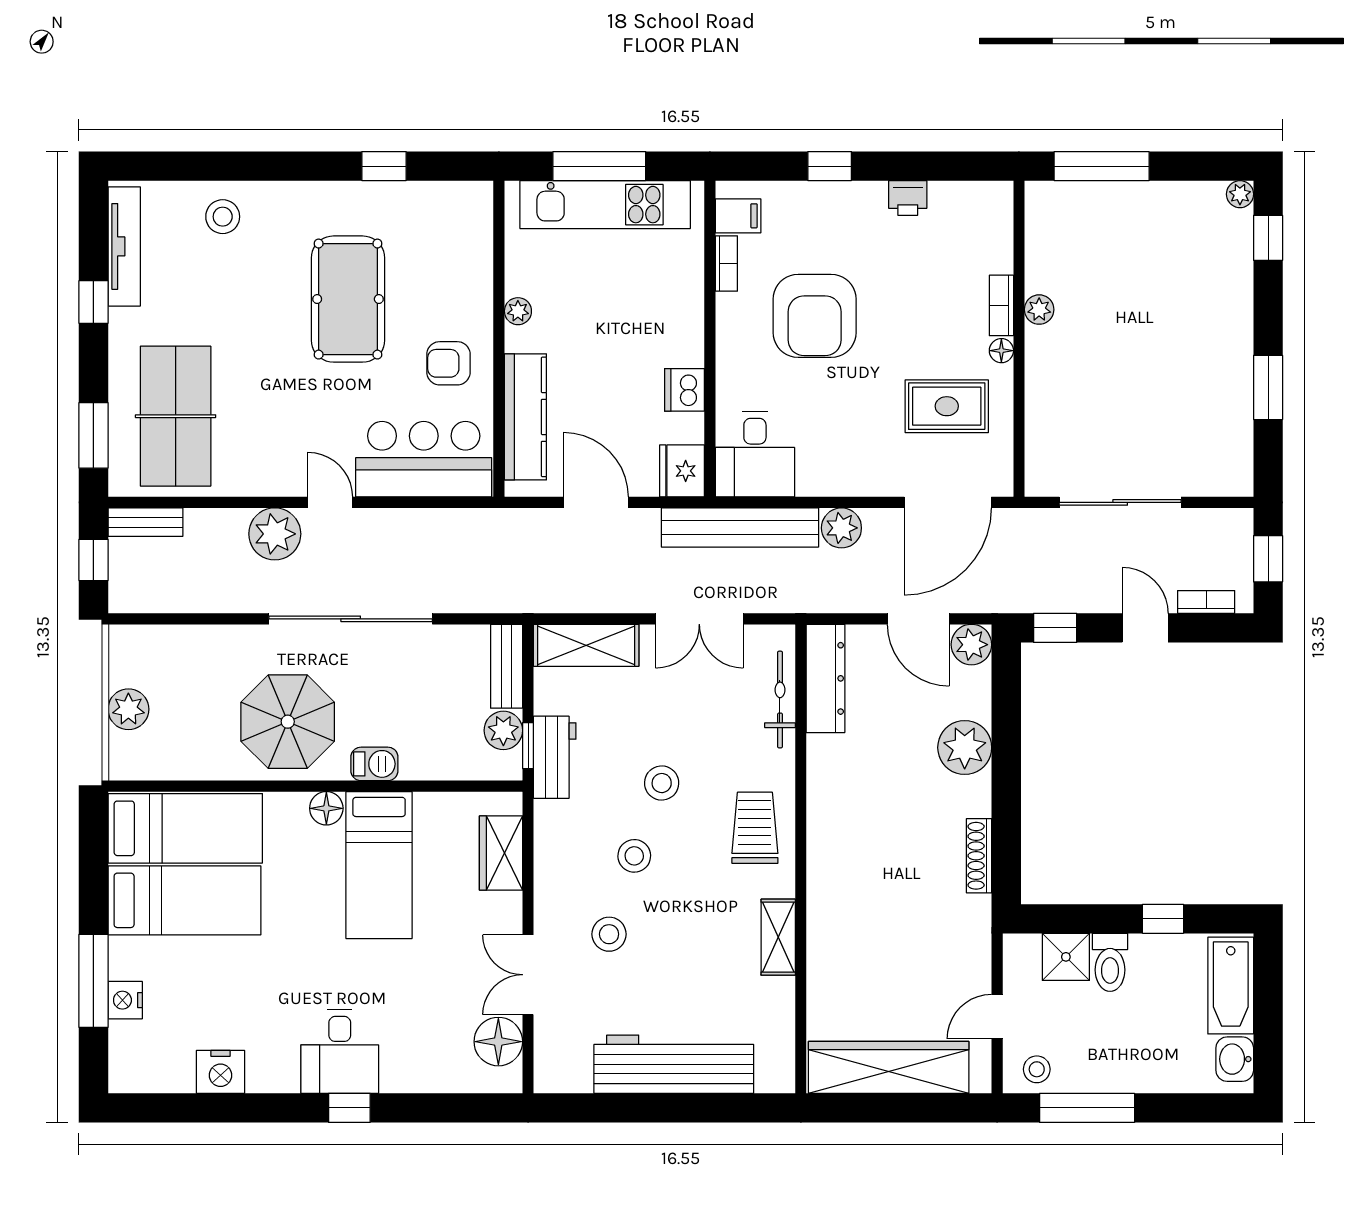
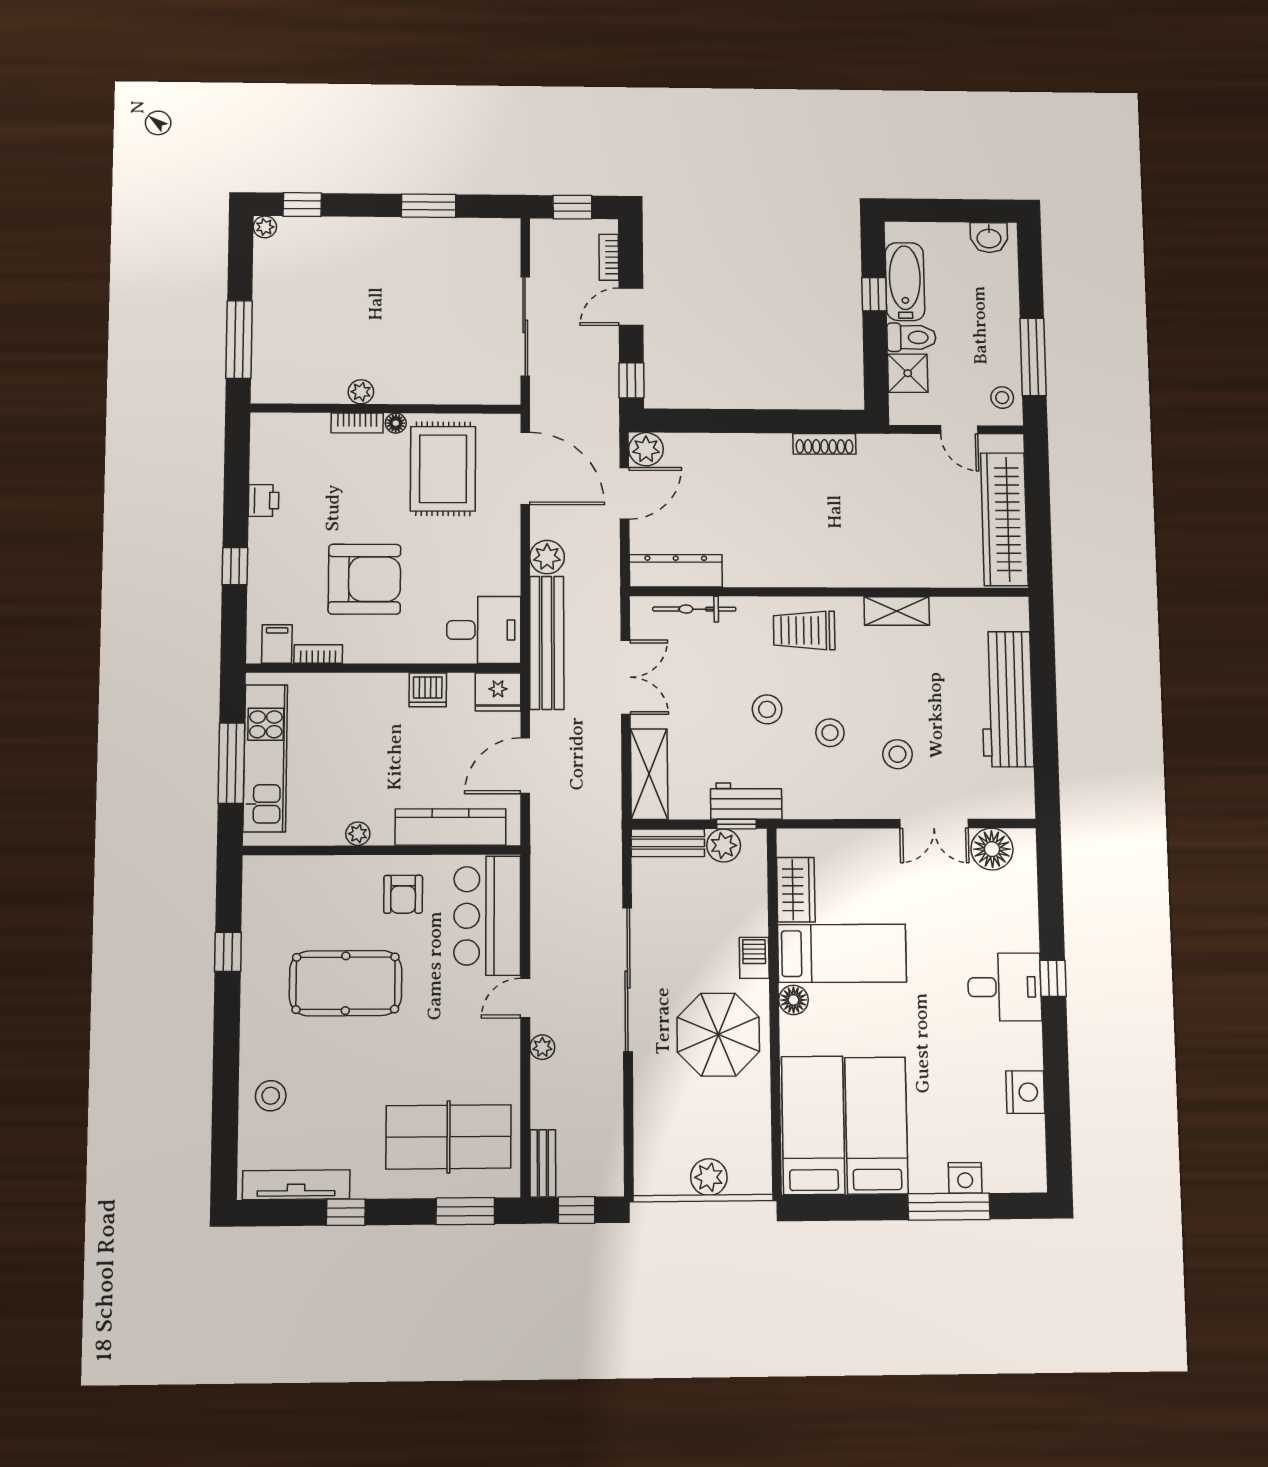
rug: (947, 406) -> (443, 469), width x1.36, depth x1.43
plant: (275, 534) -> (542, 1047), width x0.53, depth x0.53
plant: (965, 748) -> (733, 455), removed
wardrobe: (501, 853) -> (796, 890), moved, turned -90
bathtub: (1231, 986) -> (905, 282), moved, turned -90

